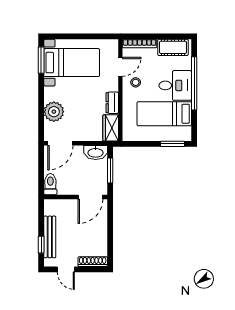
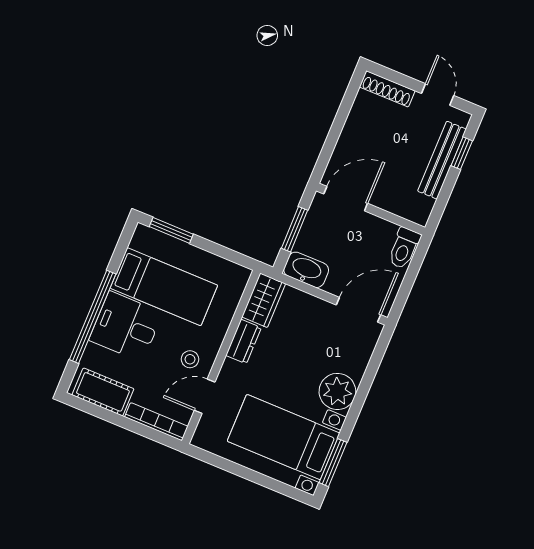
plant: (54, 112) -> (337, 391), moved

